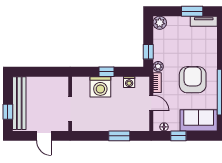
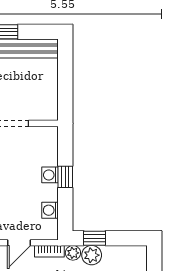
plant: (160, 23) -> (92, 255), moved
washing machine: (100, 87) -> (50, 175), width x0.53, depth x0.53

